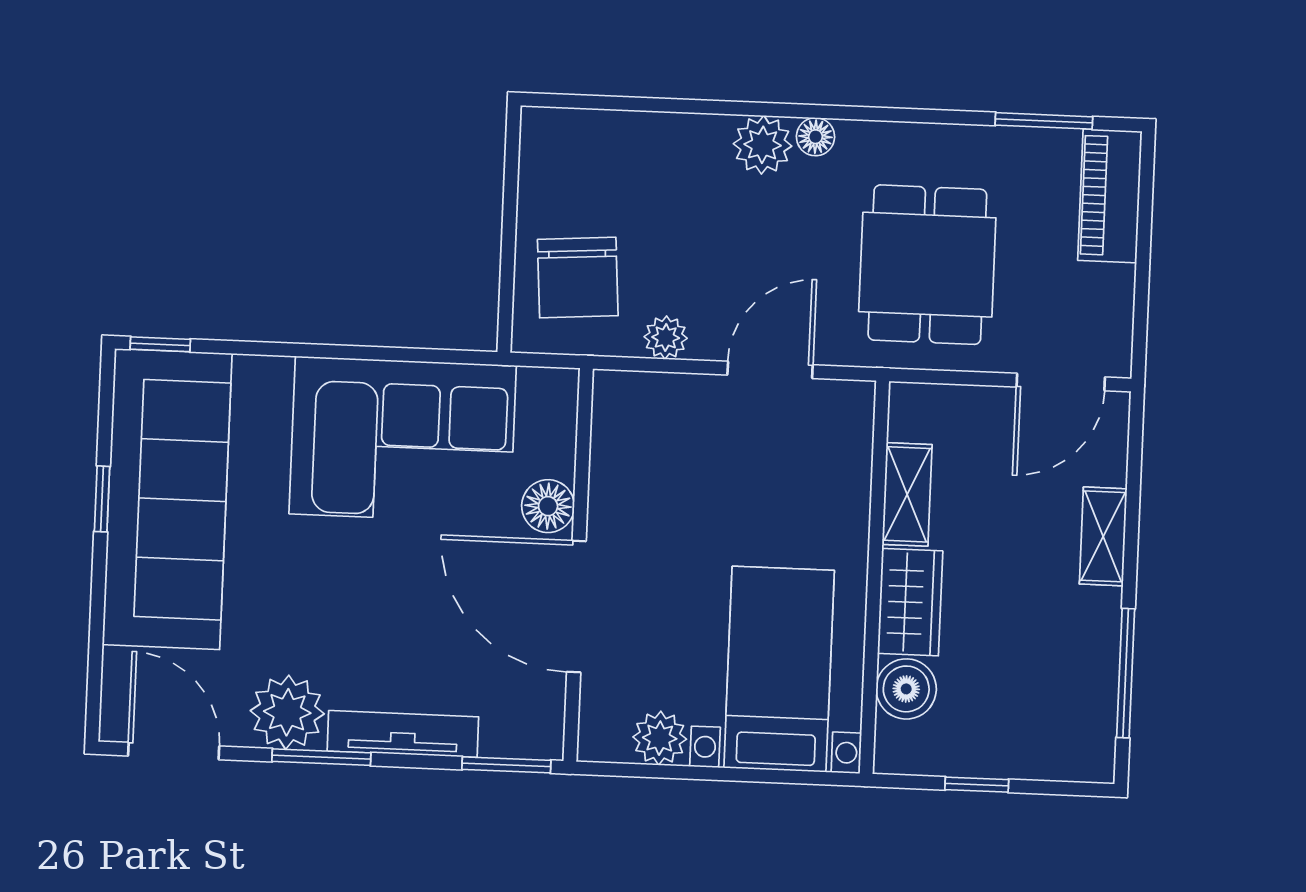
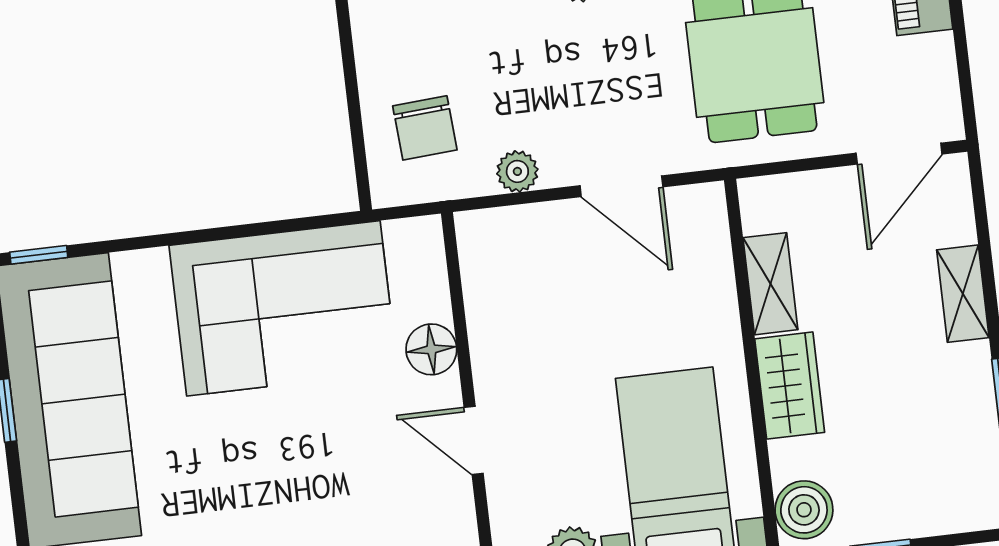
chair: (578, 278) -> (425, 128), width x0.73, depth x0.73
door: (770, 370) -> (621, 186), swing flipped
door: (576, 607) -> (474, 440), width x0.53
boiler: (906, 689) -> (804, 510), moved

